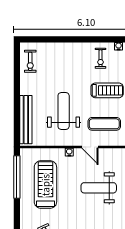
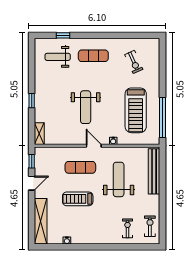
exercise bike: (100, 58) -> (127, 228), moved
weight bench: (64, 111) -> (119, 179), turned 180
weight bench: (99, 188) -> (86, 107), turned 90

